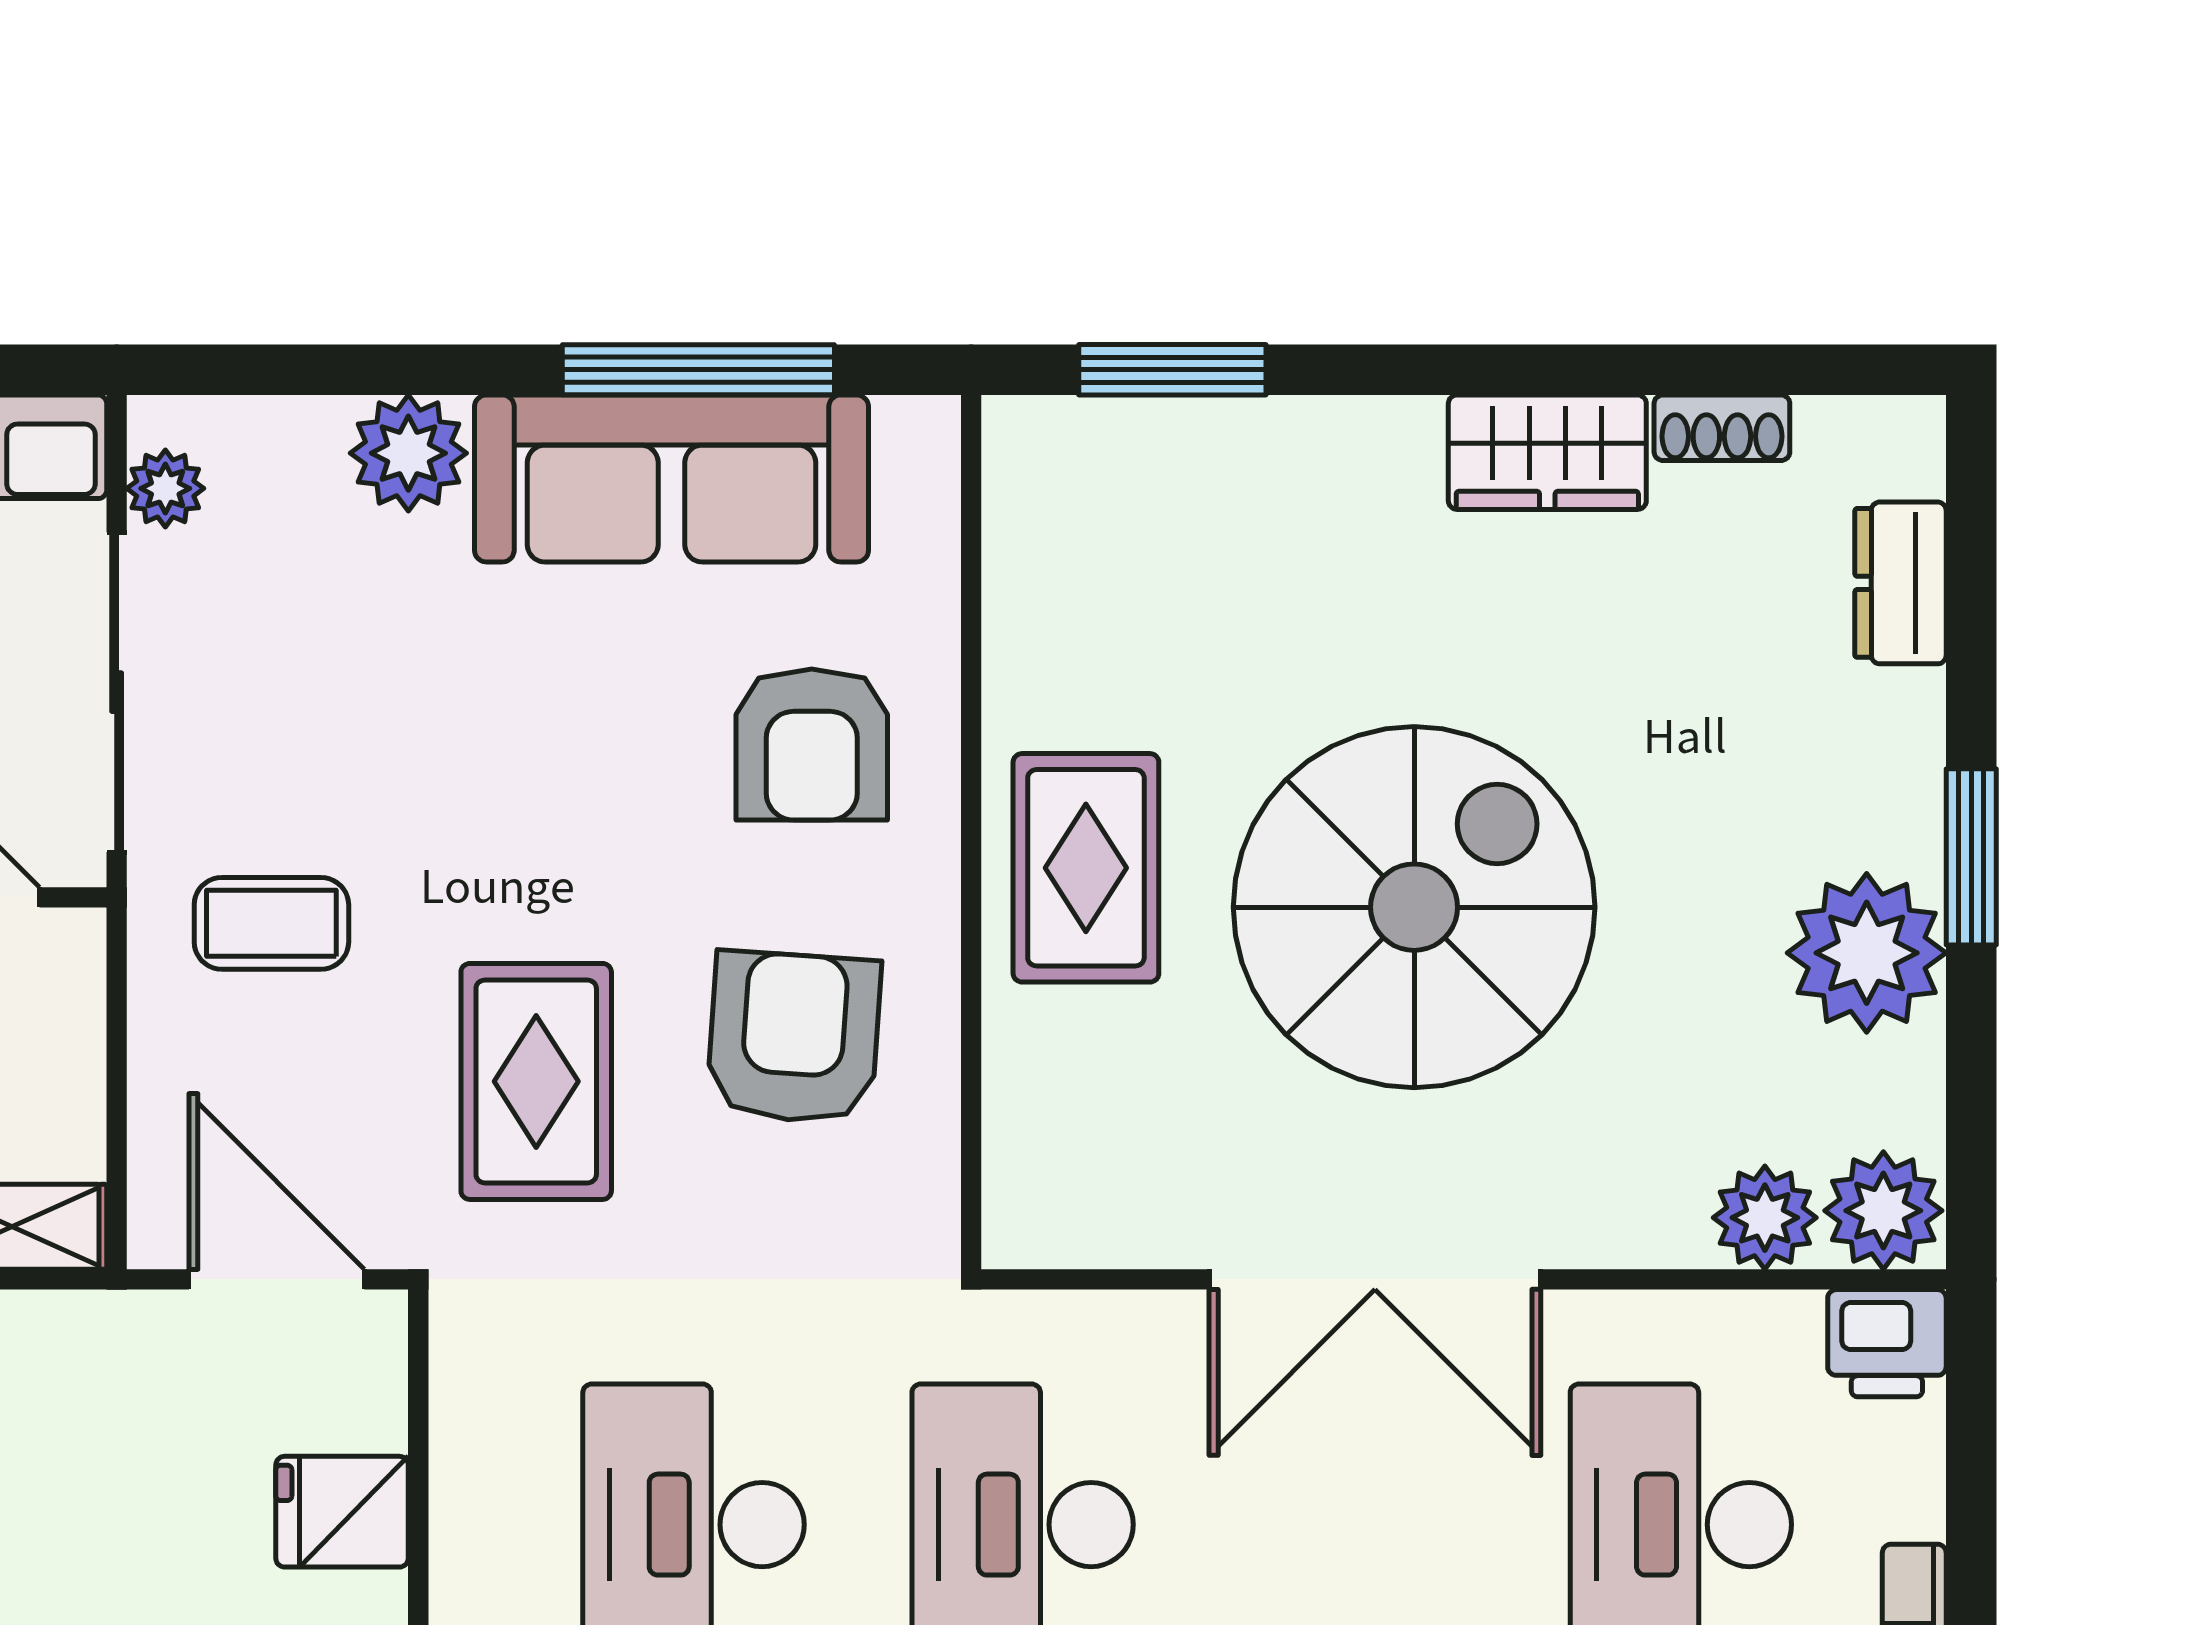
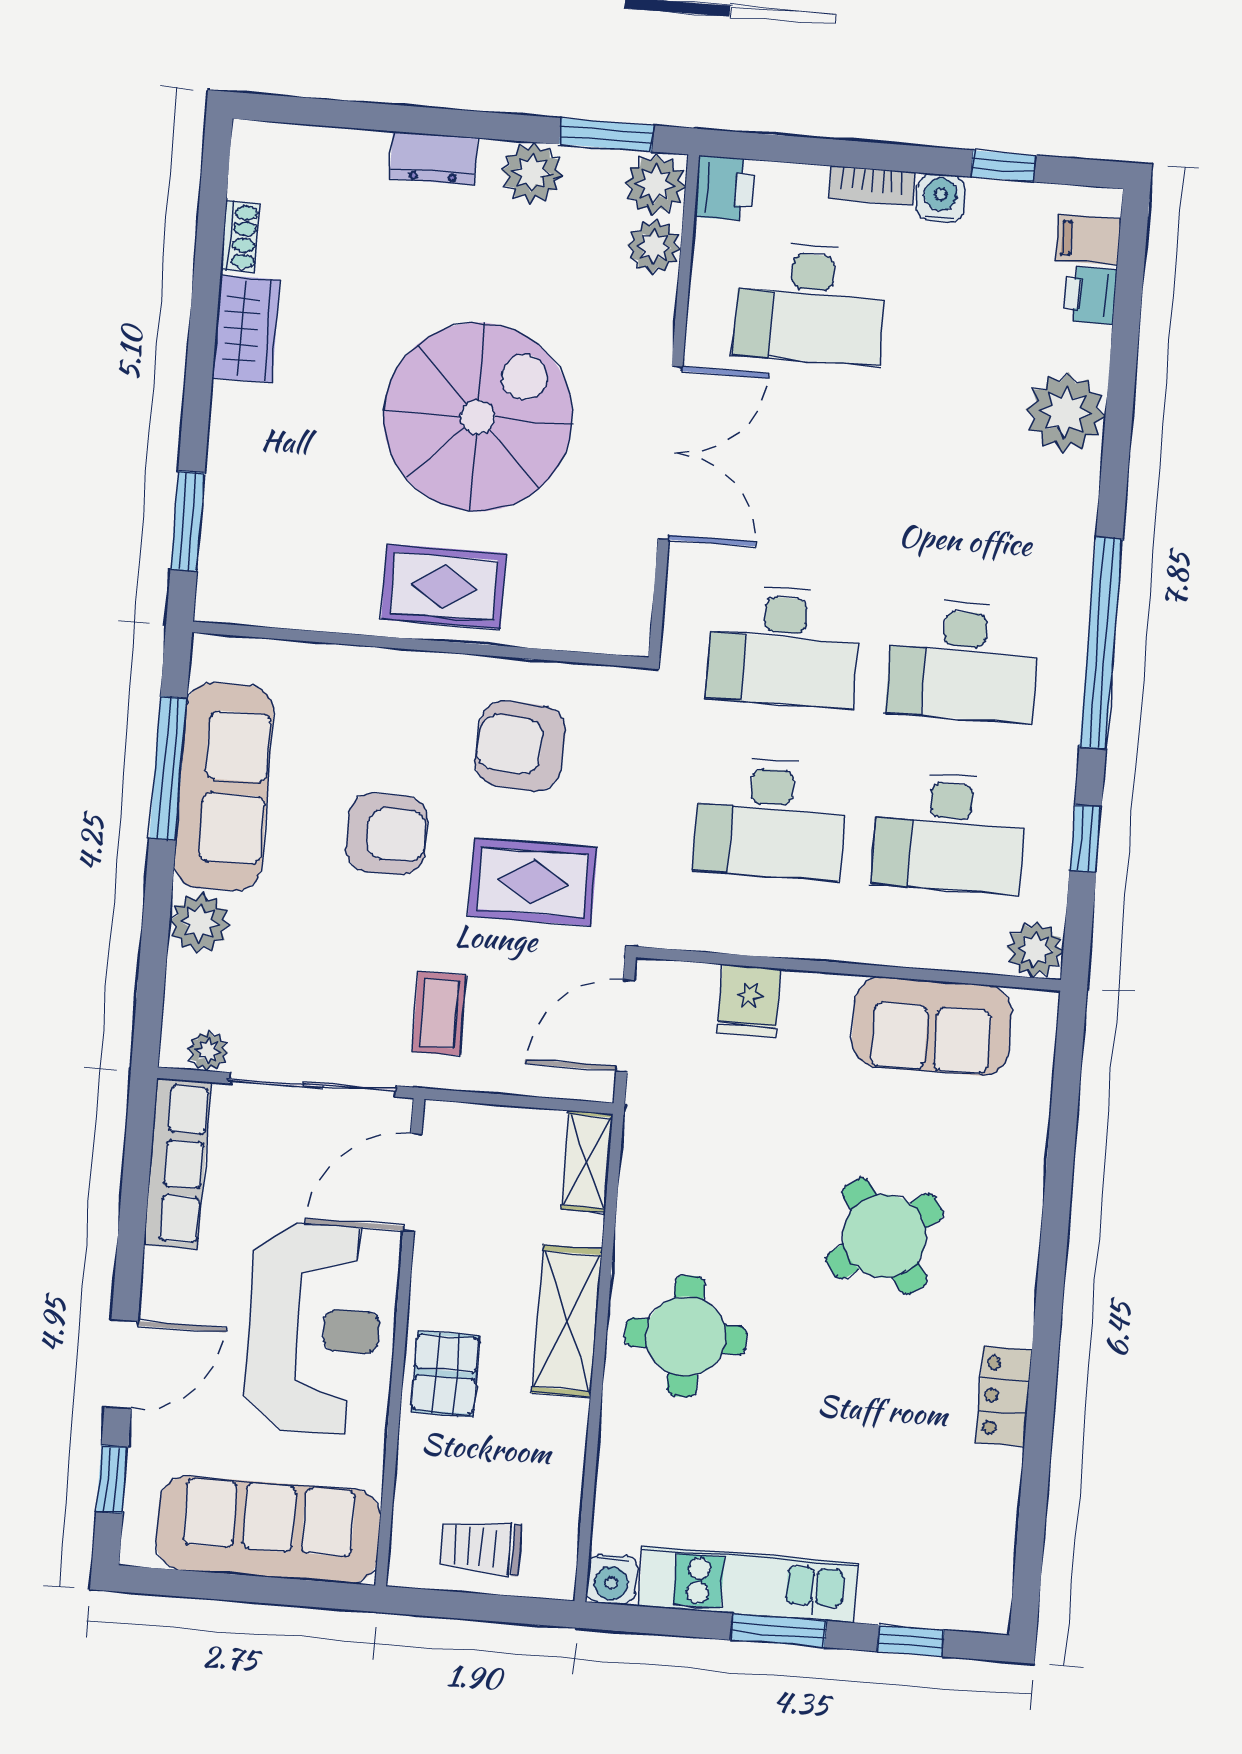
dresser: (1900, 583) -> (434, 158), moved
armchair: (812, 744) -> (387, 834), moved
window: (1971, 857) -> (606, 135), moved
spiral stairs: (1414, 907) -> (478, 417), turned 90
plant: (1867, 953) -> (532, 173), width x0.73, depth x0.73

